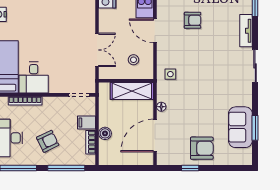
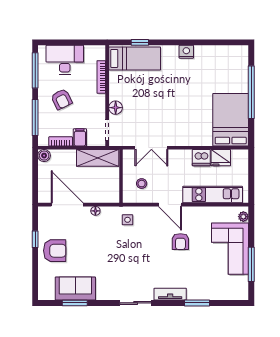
door: (155, 31) -> (170, 205), swing flipped
desk: (34, 78) -> (124, 85), removed
floor lamp: (56, 86) -> (116, 108), added
shelving: (132, 91) -> (98, 158), moved, turned 90
boiler: (105, 133) -> (44, 156), moved
armchair: (202, 148) -> (55, 251), turned -90

